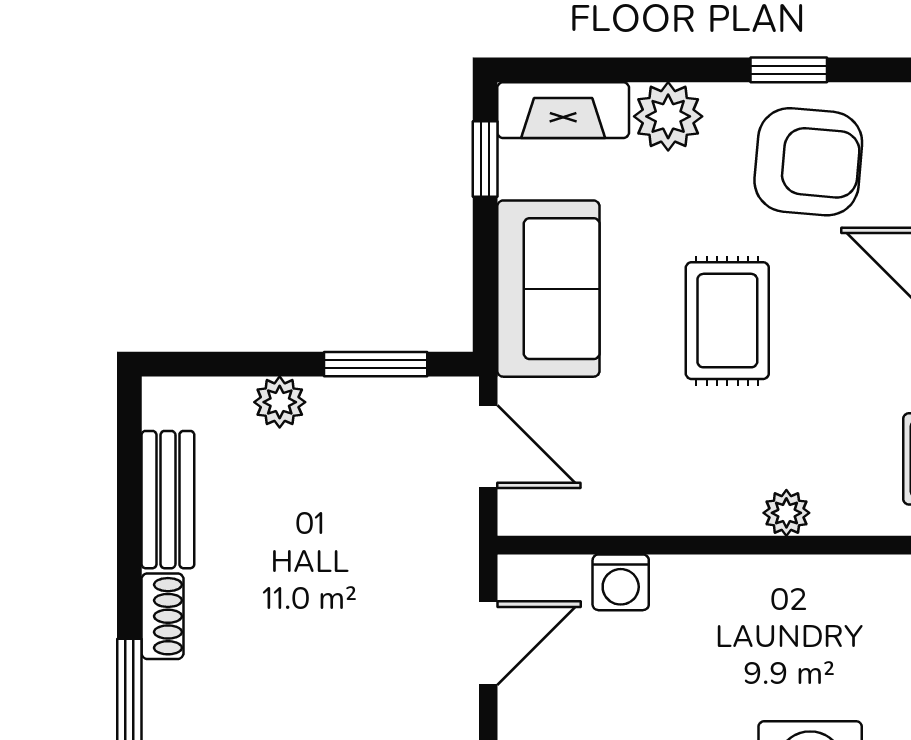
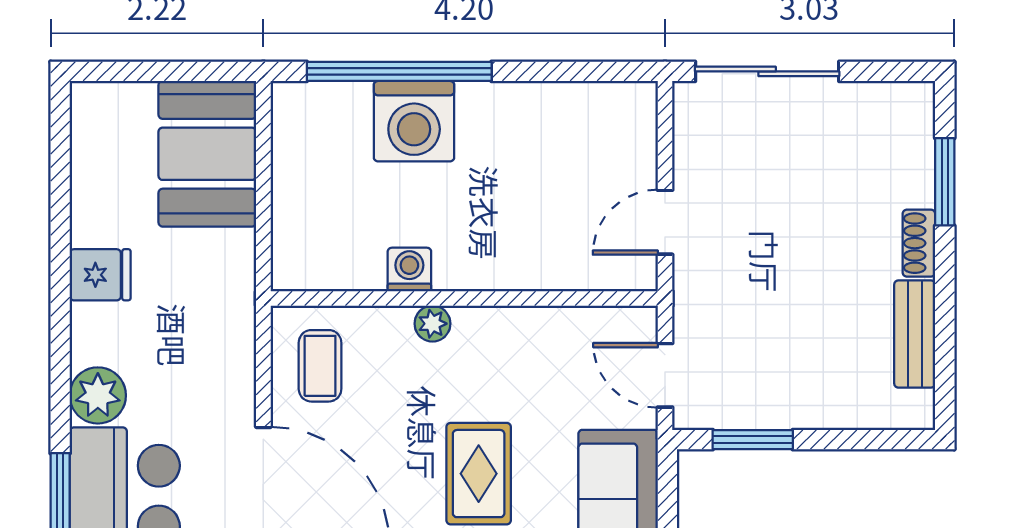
plant: (280, 402) -> (828, 410), removed
washing machine: (621, 582) -> (409, 270), moved

